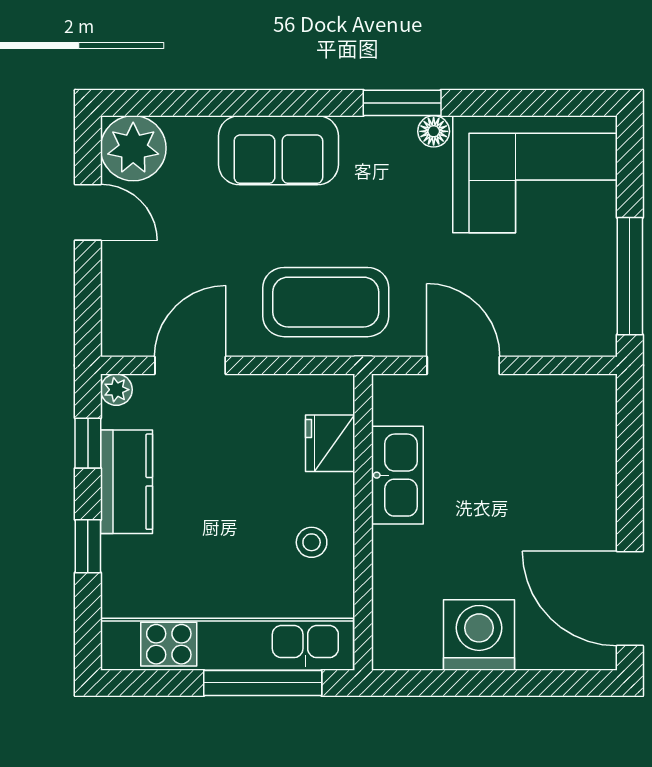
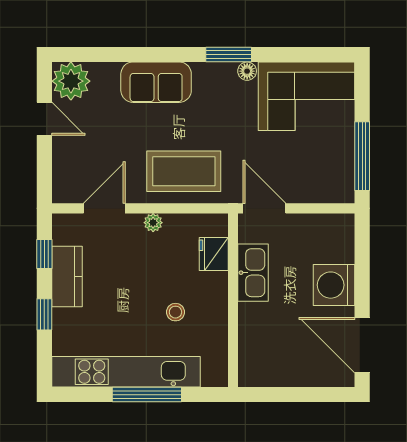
plant: (116, 390) -> (153, 223), moved
fridge: (330, 443) -> (214, 254), moved
kitchen sink: (397, 475) -> (253, 273), moved
wall: (363, 522) -> (233, 300), moved
washing machine: (479, 635) -> (334, 285), moved, turned -90

